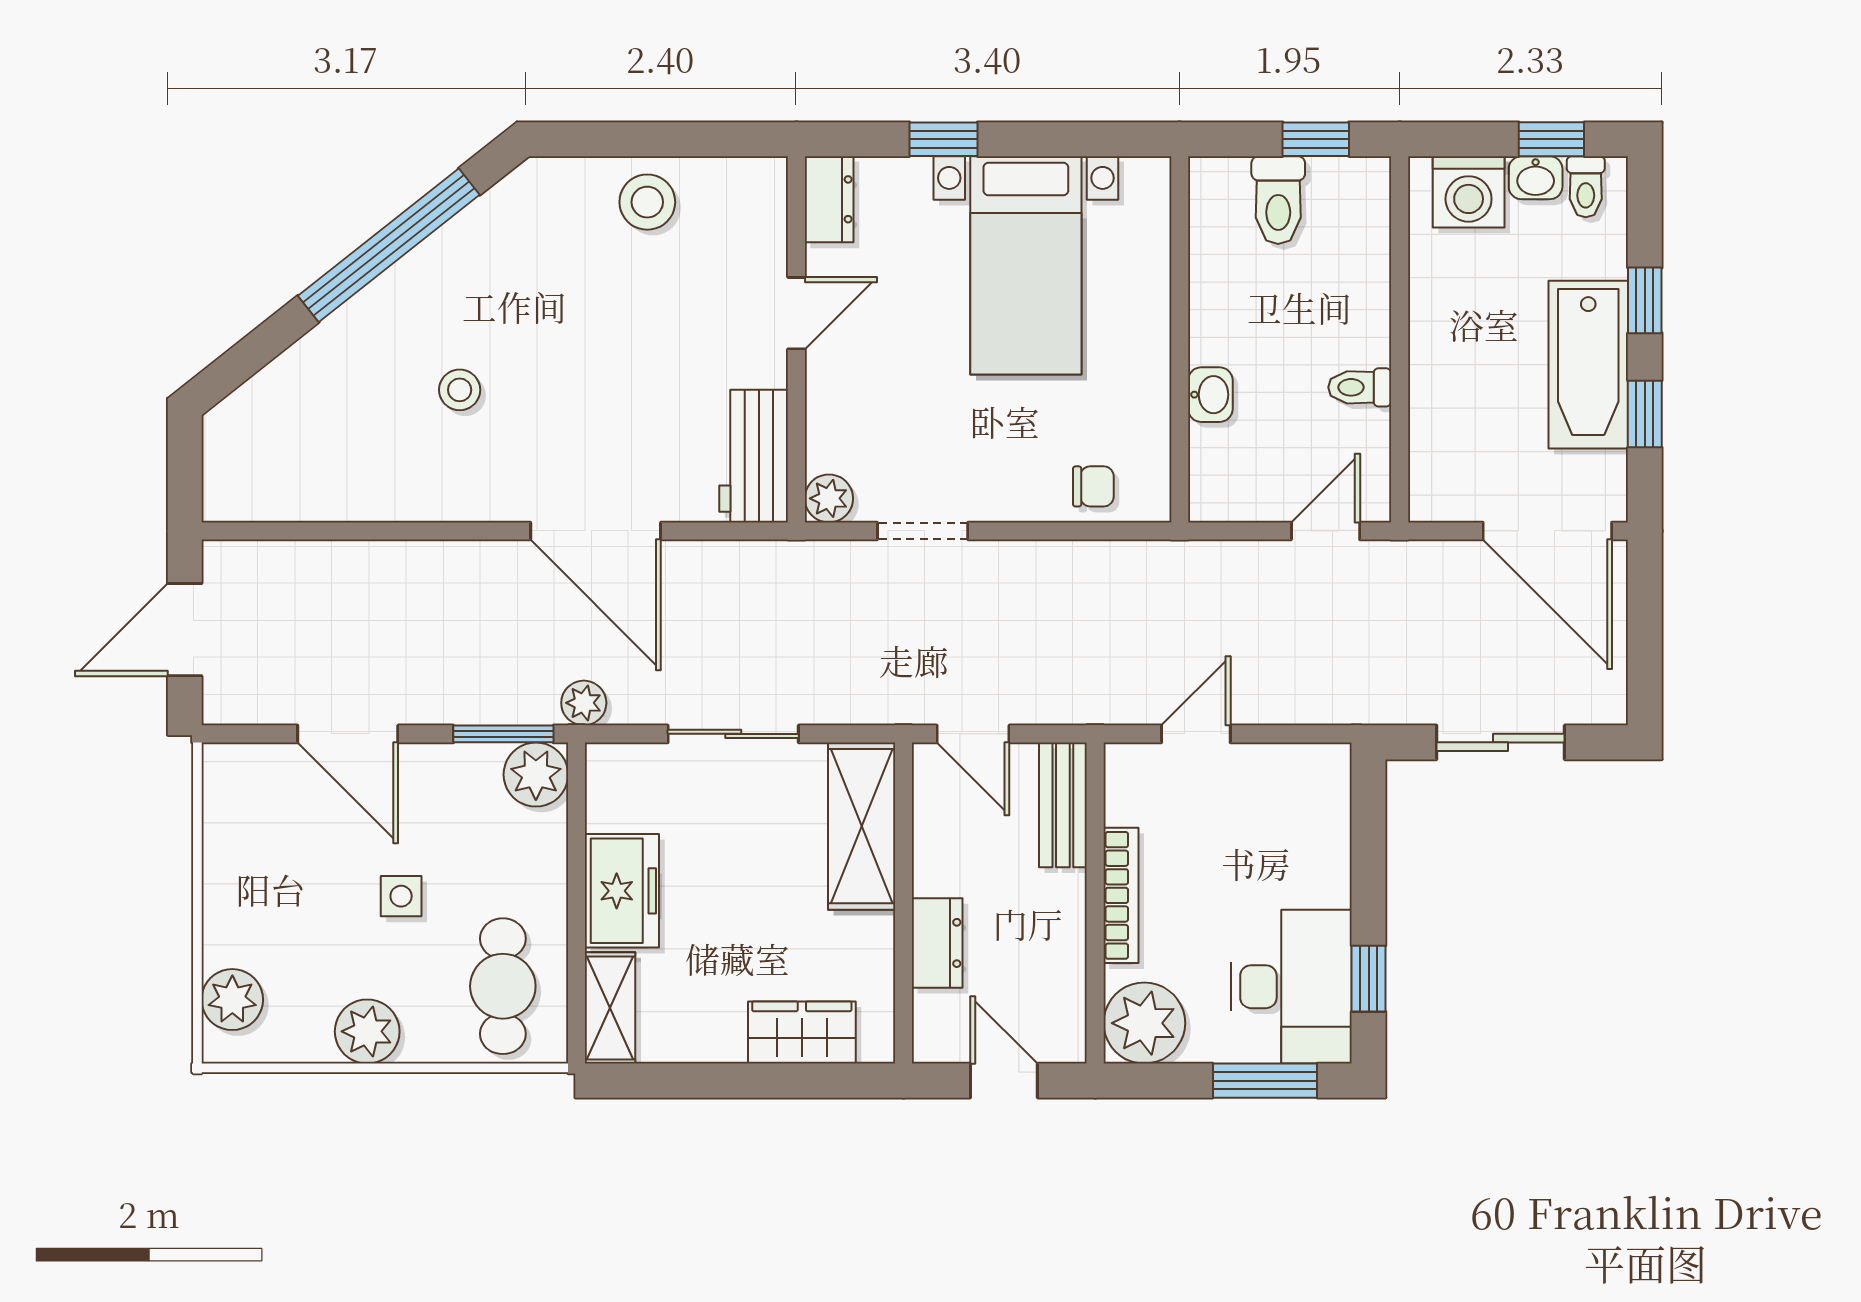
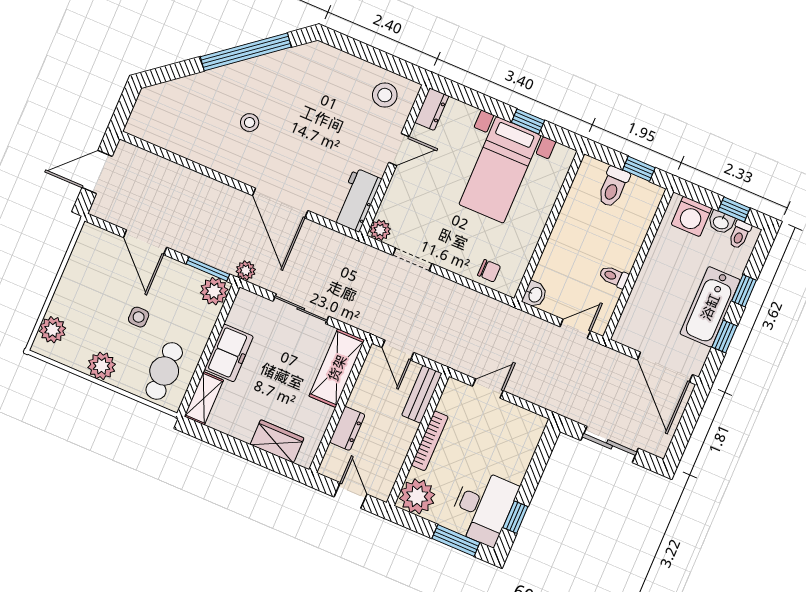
window: (944, 139) -> (528, 121), moved
stool: (647, 202) -> (385, 95), moved
washbasin: (1210, 395) -> (535, 294), moved

